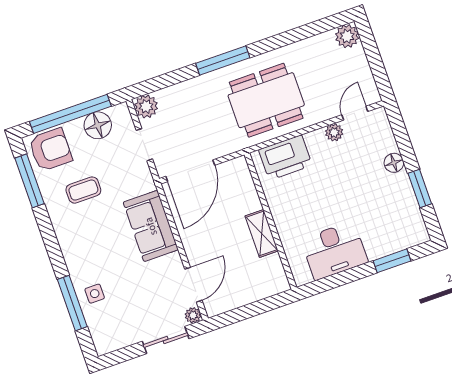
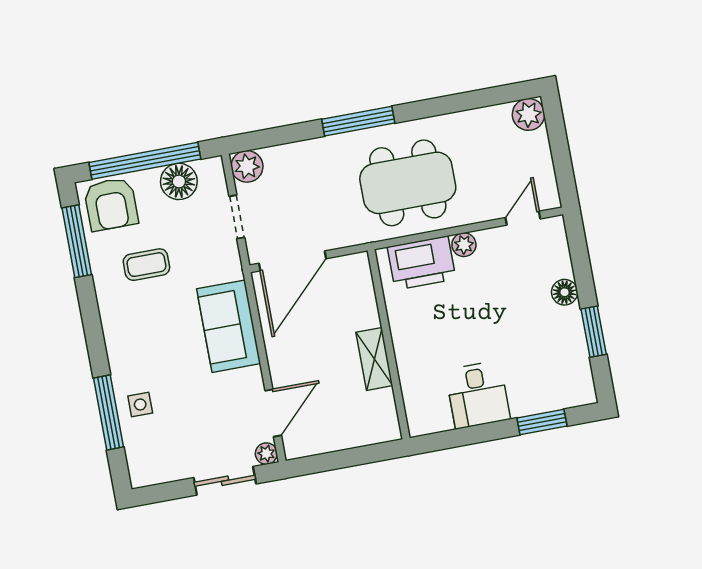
plant: (334, 132) -> (464, 245), moved
armchair: (50, 150) -> (111, 204), turned 90
desk: (334, 251) -> (478, 395), width x0.73

